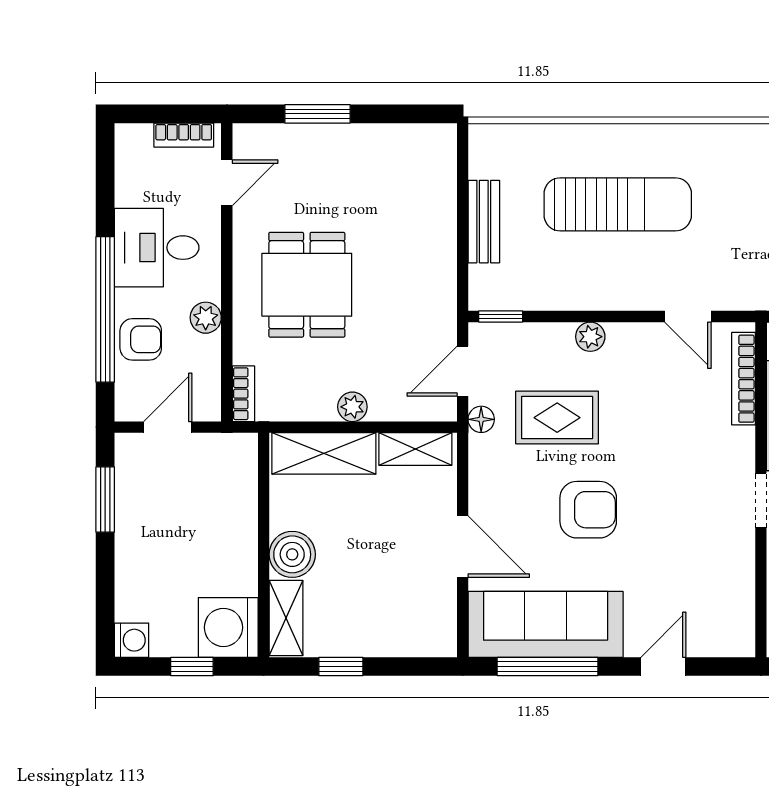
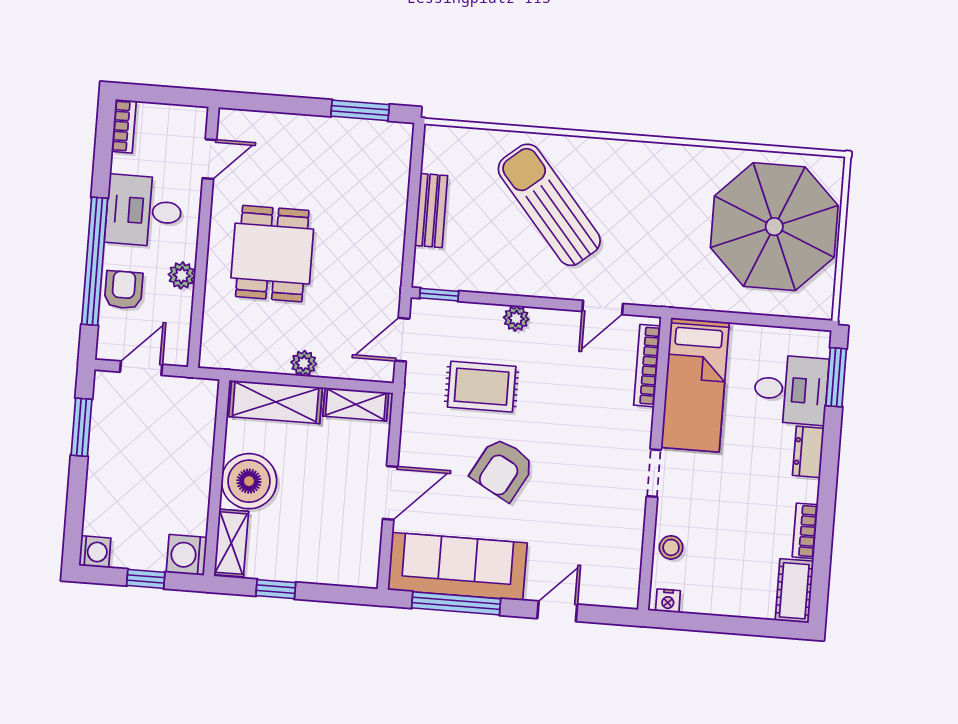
window: (318, 114) -> (360, 110), moved
bookcase: (184, 135) -> (124, 126), moved, turned -90
sun lounger: (618, 204) -> (549, 205), turned -130
door: (688, 317) -> (603, 307), hinge flipped
armchair: (141, 339) -> (124, 290), turned -90
bookcase: (243, 394) -> (209, 344), removed
floor lamp: (481, 419) -> (415, 383), removed
armchair: (588, 510) -> (502, 469), turned 119
door: (463, 547) -> (390, 493), hinge flipped
boiler: (292, 554) -> (249, 481), width x1.37, depth x1.37
washing machine: (228, 627) -> (187, 555), width x0.73, depth x0.73

